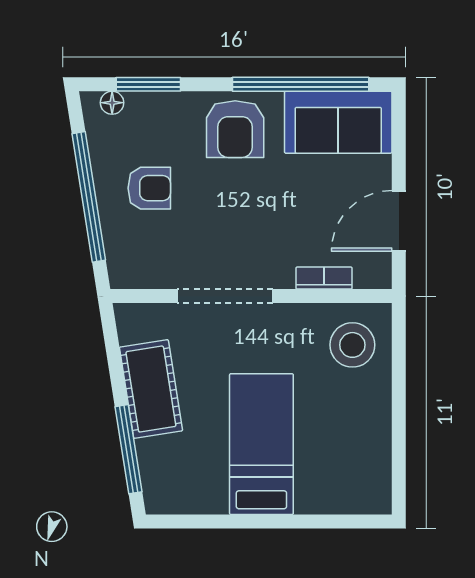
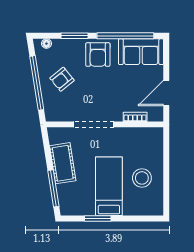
window: (148, 84) -> (75, 36), moved
armchair: (149, 188) -> (62, 79), turned 141
stool: (352, 345) -> (142, 178), moved
window: (235, 521) -> (98, 219), added

